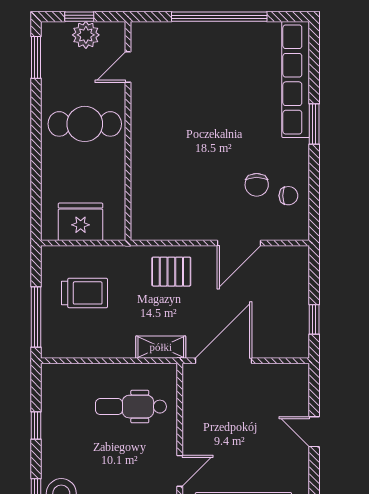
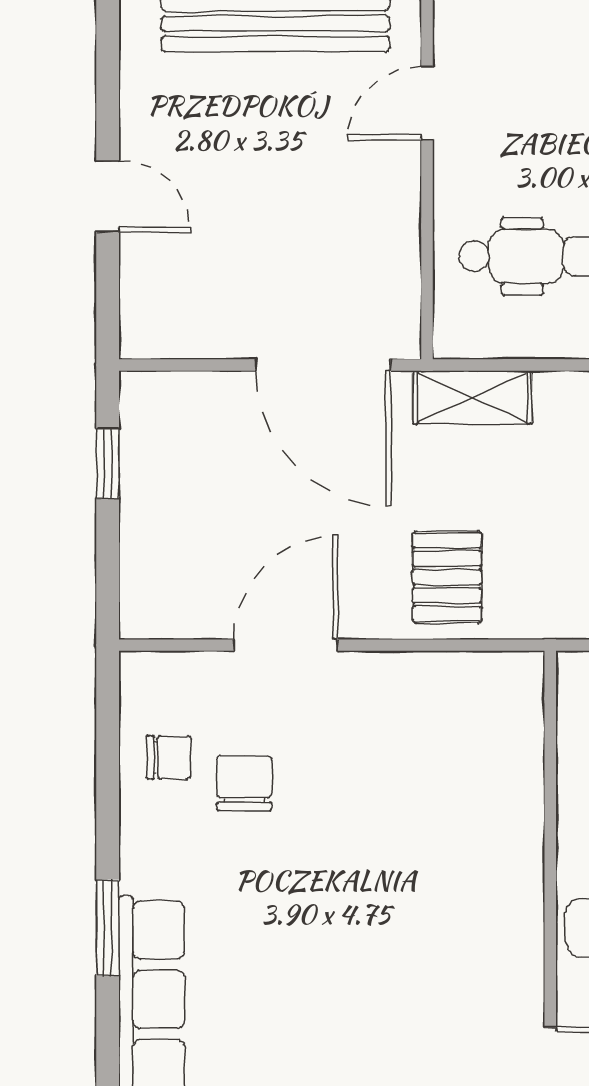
chair: (288, 196) -> (169, 757), turned 180
pallet: (171, 272) -> (447, 577), turned 90
door: (223, 361) -> (323, 365), hinge flipped

